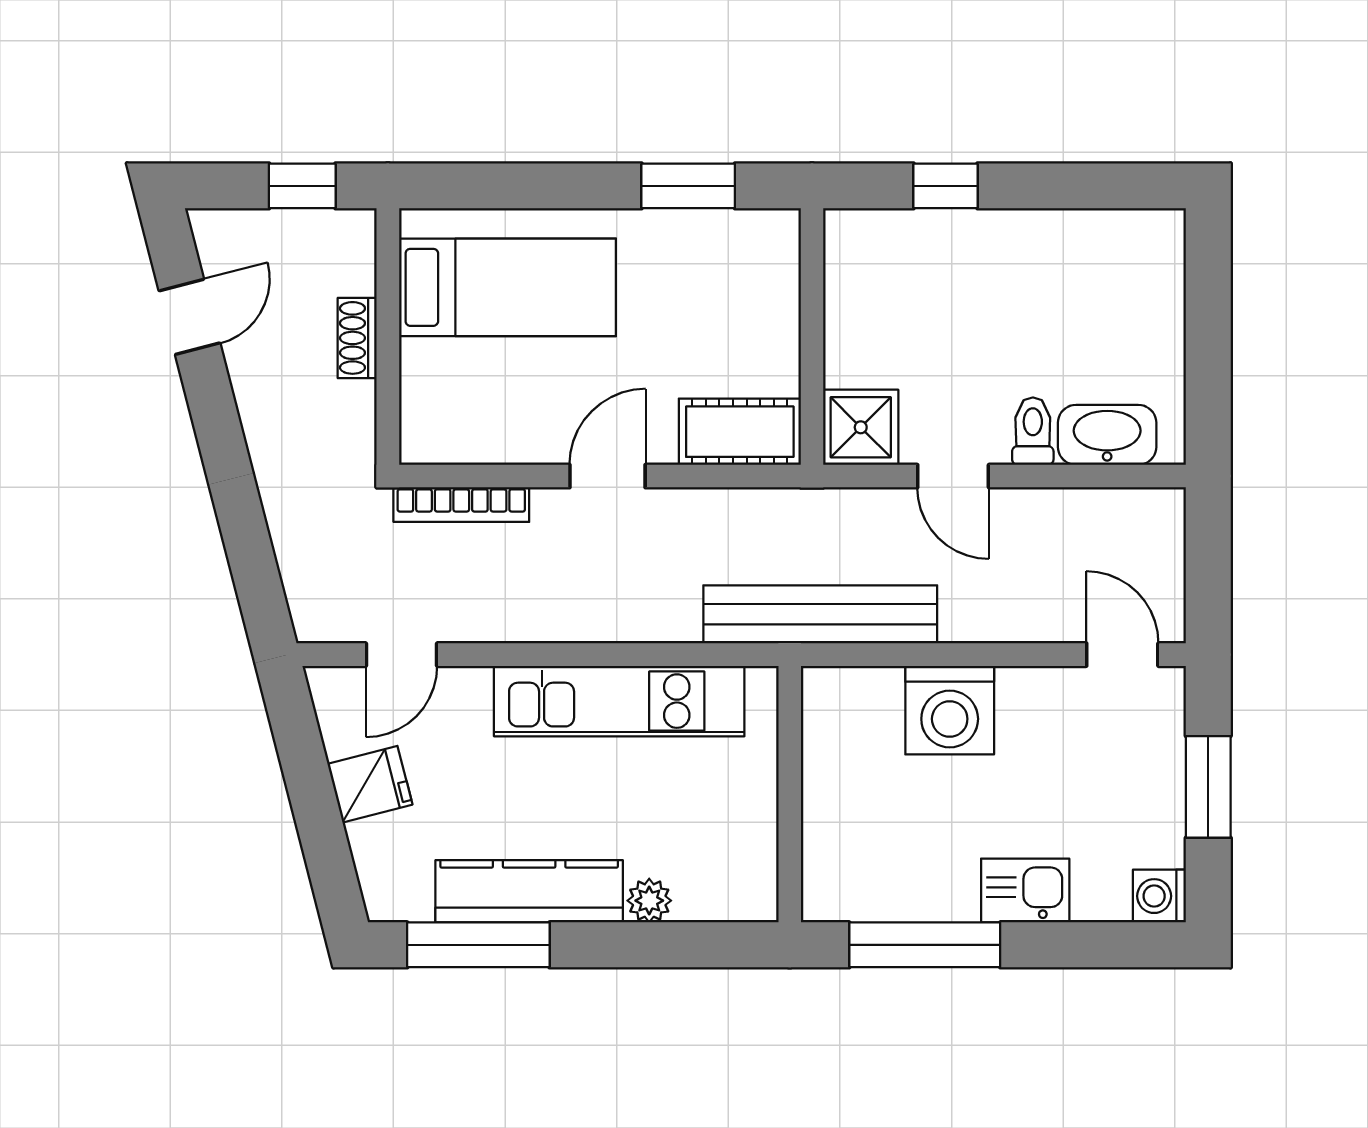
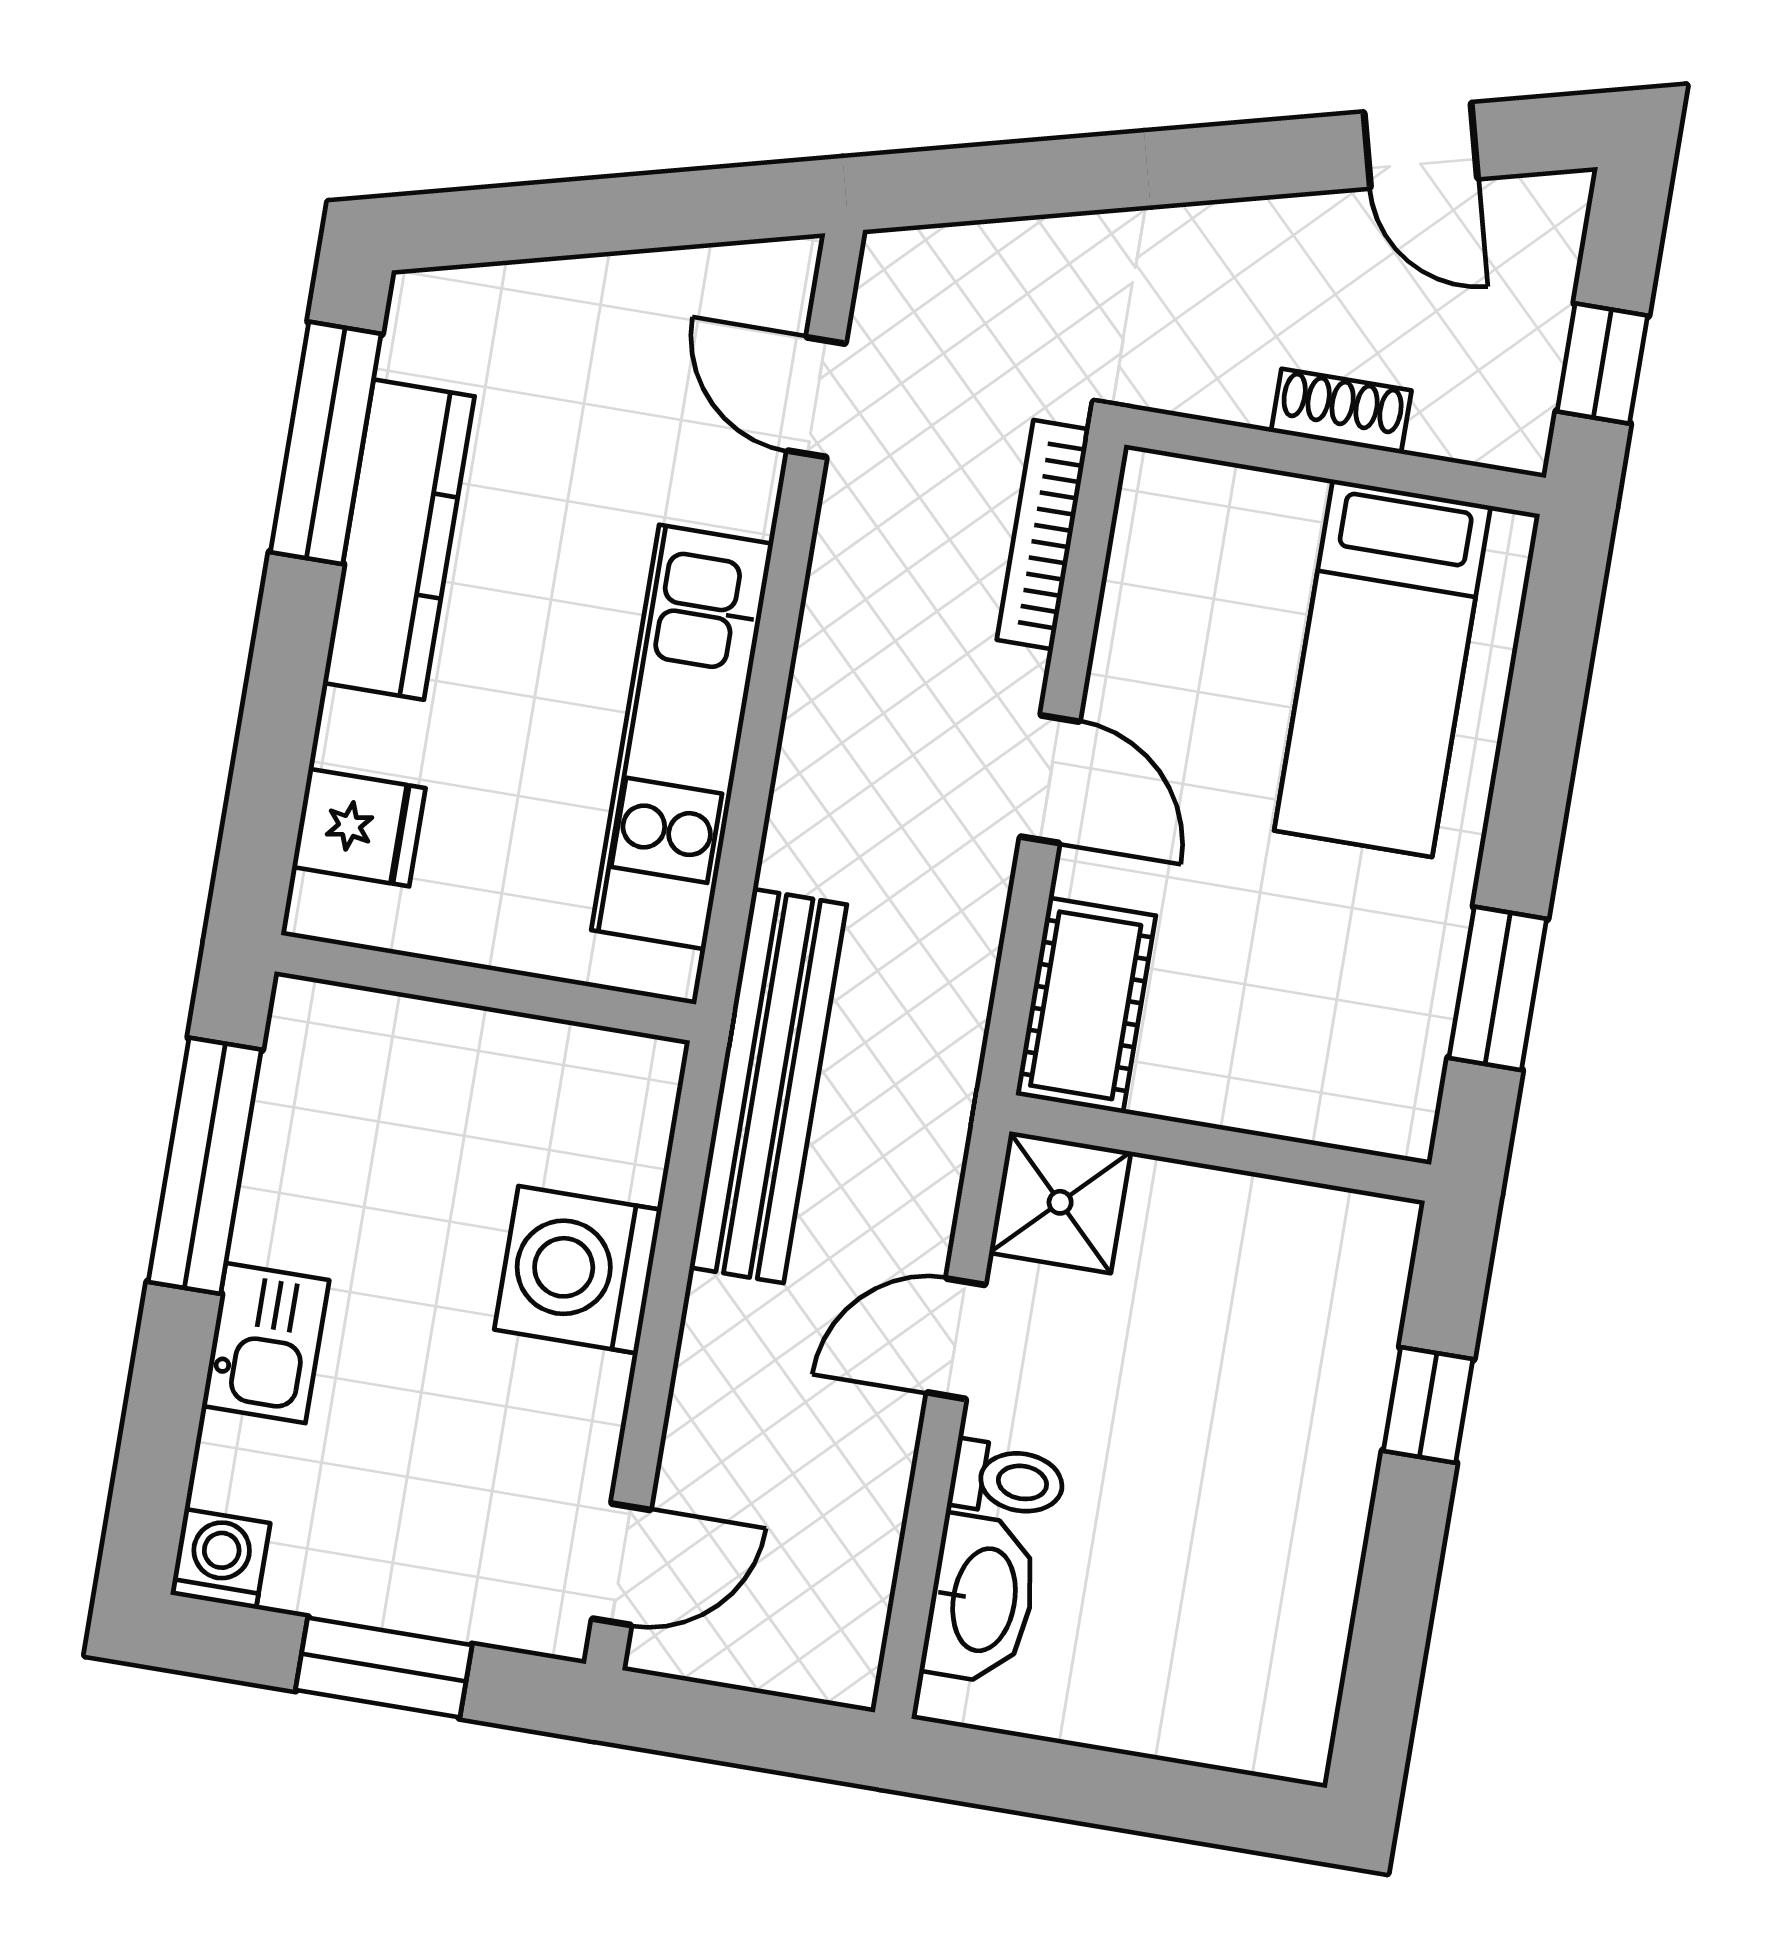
fridge: (370, 784) -> (359, 827), moved, turned -76
plant: (649, 901) -> (351, 732), removed

